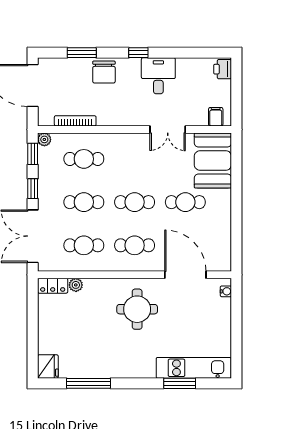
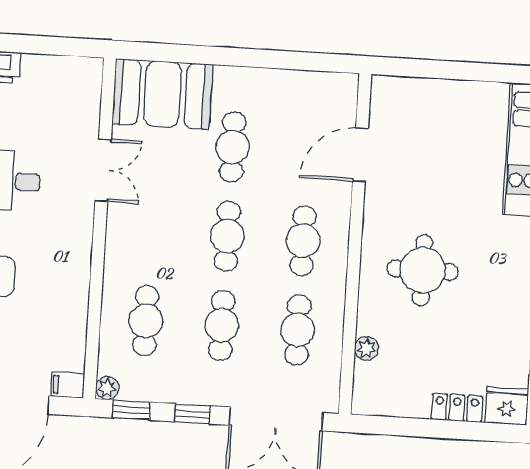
filing cabinet: (216, 117) -> (68, 385), moved
bookcase: (75, 121) -> (78, 332), removed
door: (185, 275) -> (360, 155), width x0.73
locker: (53, 286) -> (457, 408), moved, turned -90
water cooler: (226, 291) -> (394, 85), removed
round table: (137, 309) -> (423, 270), moved

